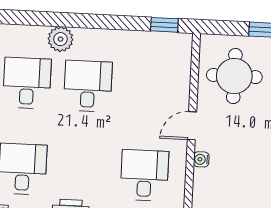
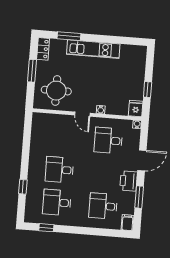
window: (164, 25) -> (23, 187), moved
plant: (61, 39) -> (34, 184), removed

